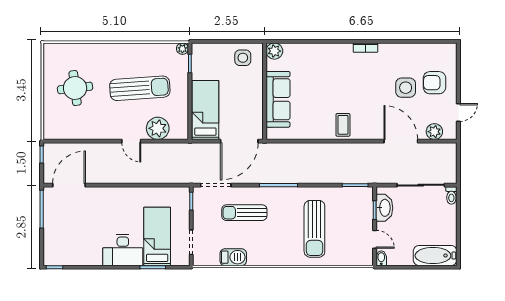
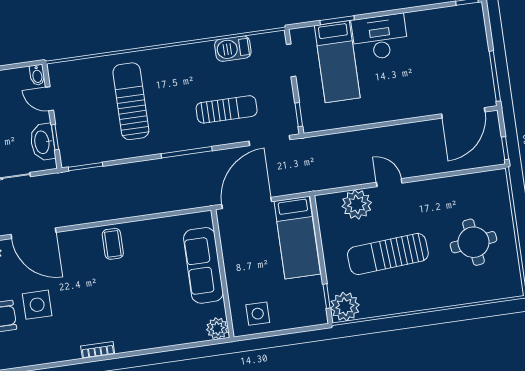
plant: (182, 49) -> (345, 307), width x1.88, depth x1.88

